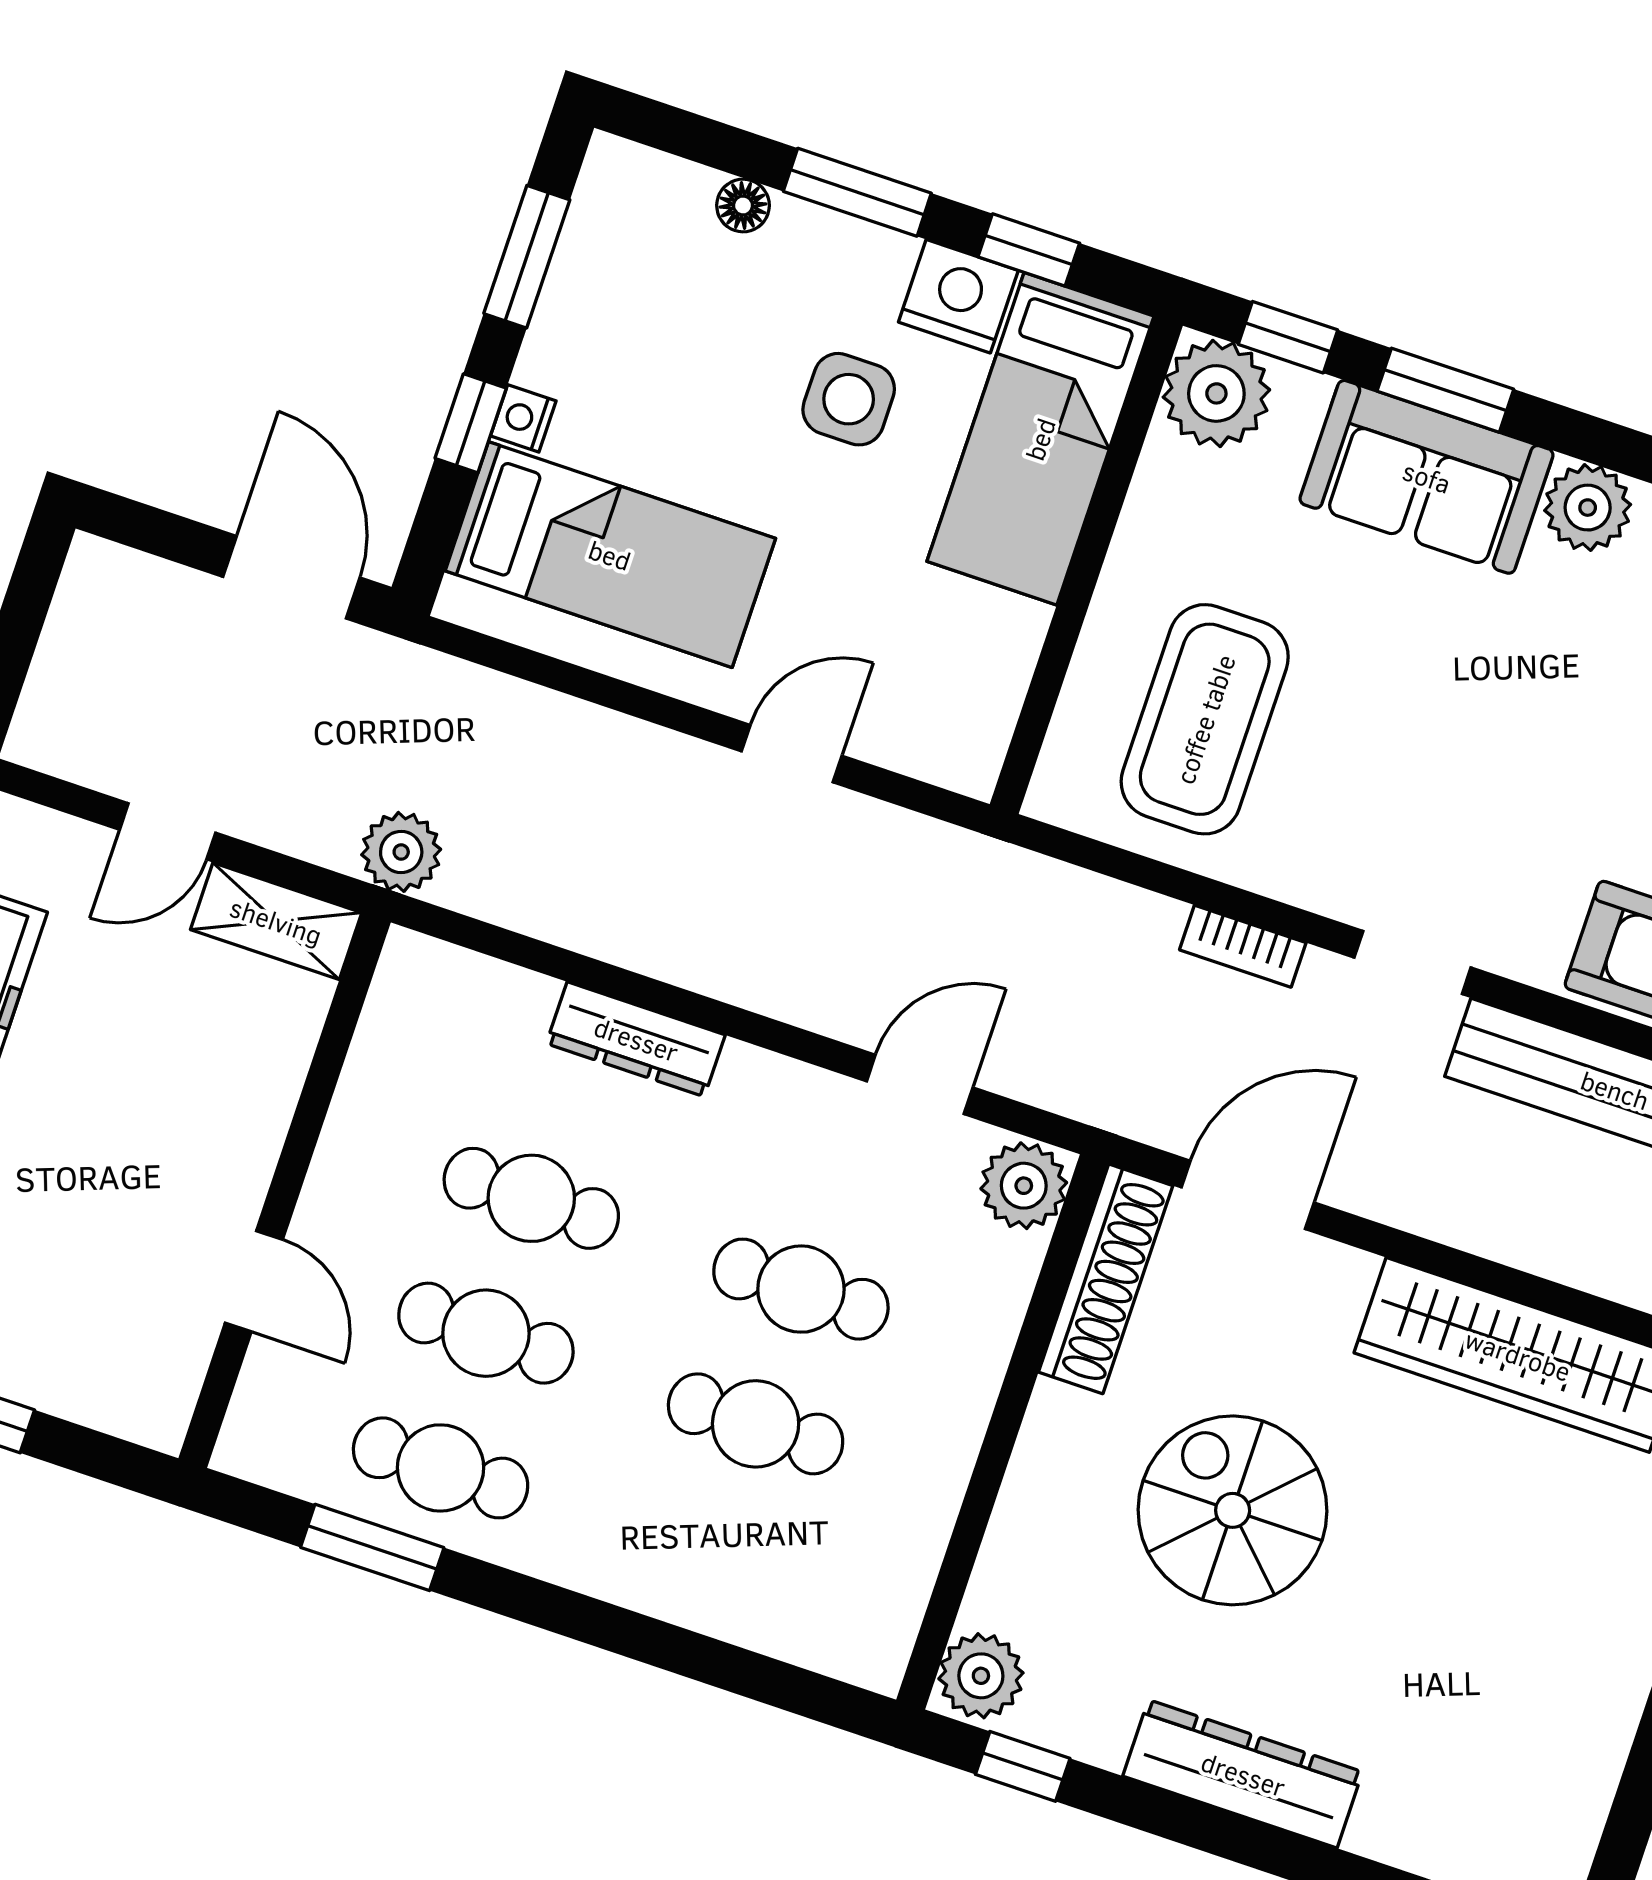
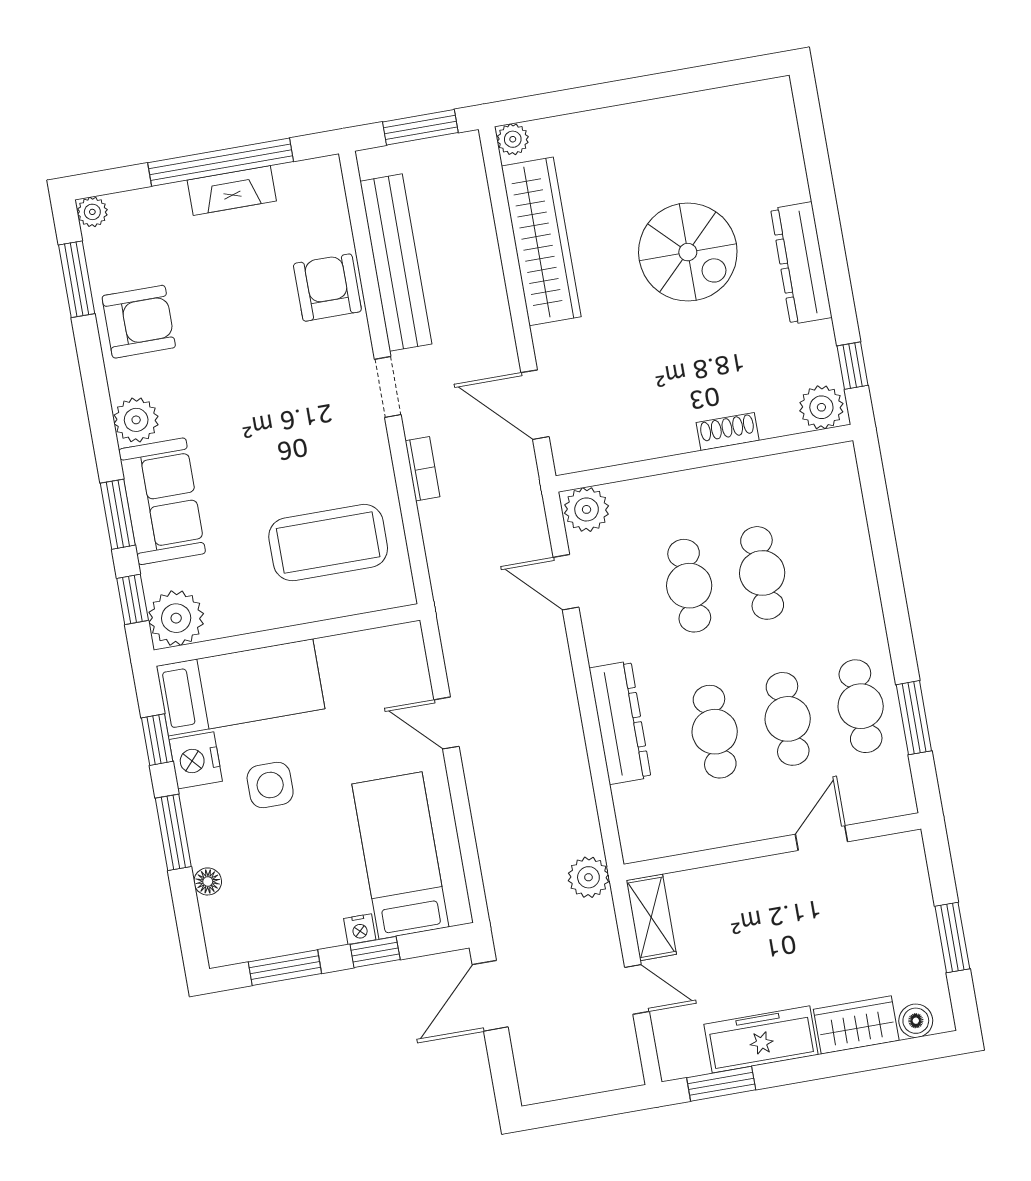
dresser: (636, 1039) -> (620, 723), width x1.37, depth x1.24
shoe rack: (1106, 1279) -> (728, 431), moved, width x0.51, depth x0.81
spiral stairs: (1233, 1510) -> (688, 252), moved, turned -90

